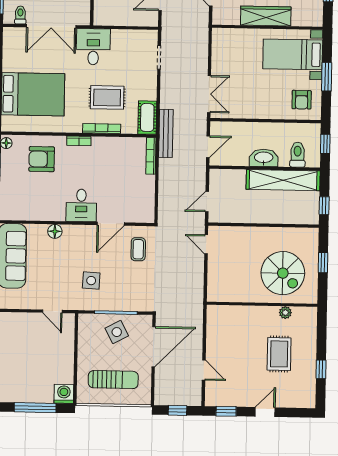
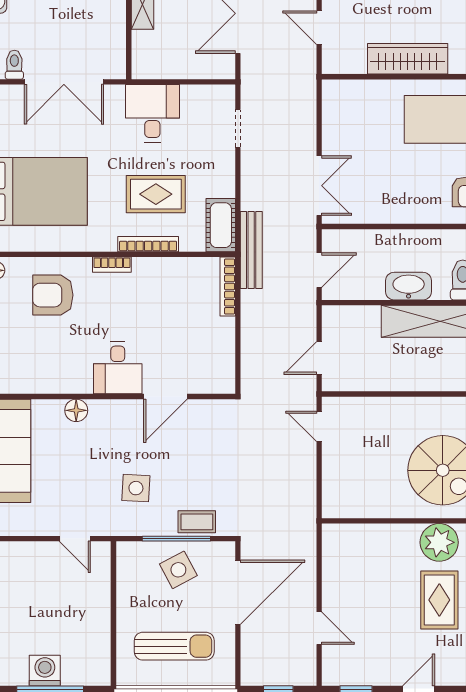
desk: (93, 47) -> (152, 113), moved
coffee table: (138, 249) -> (197, 522), moved, turned 90
plant: (285, 313) -> (439, 542), width x1.88, depth x1.88
washing machine: (64, 394) -> (45, 670), moved

